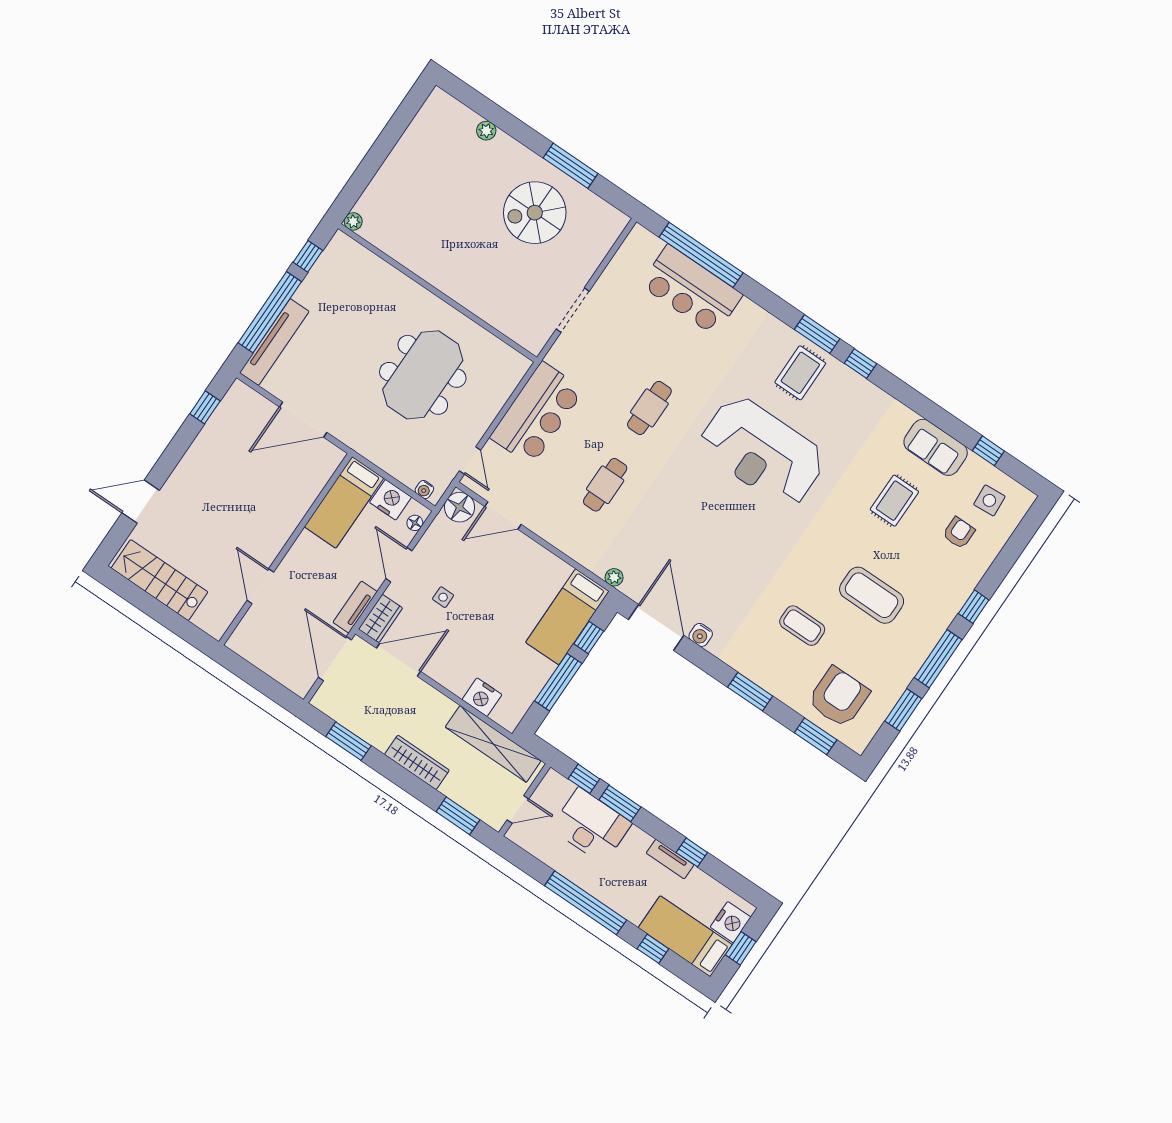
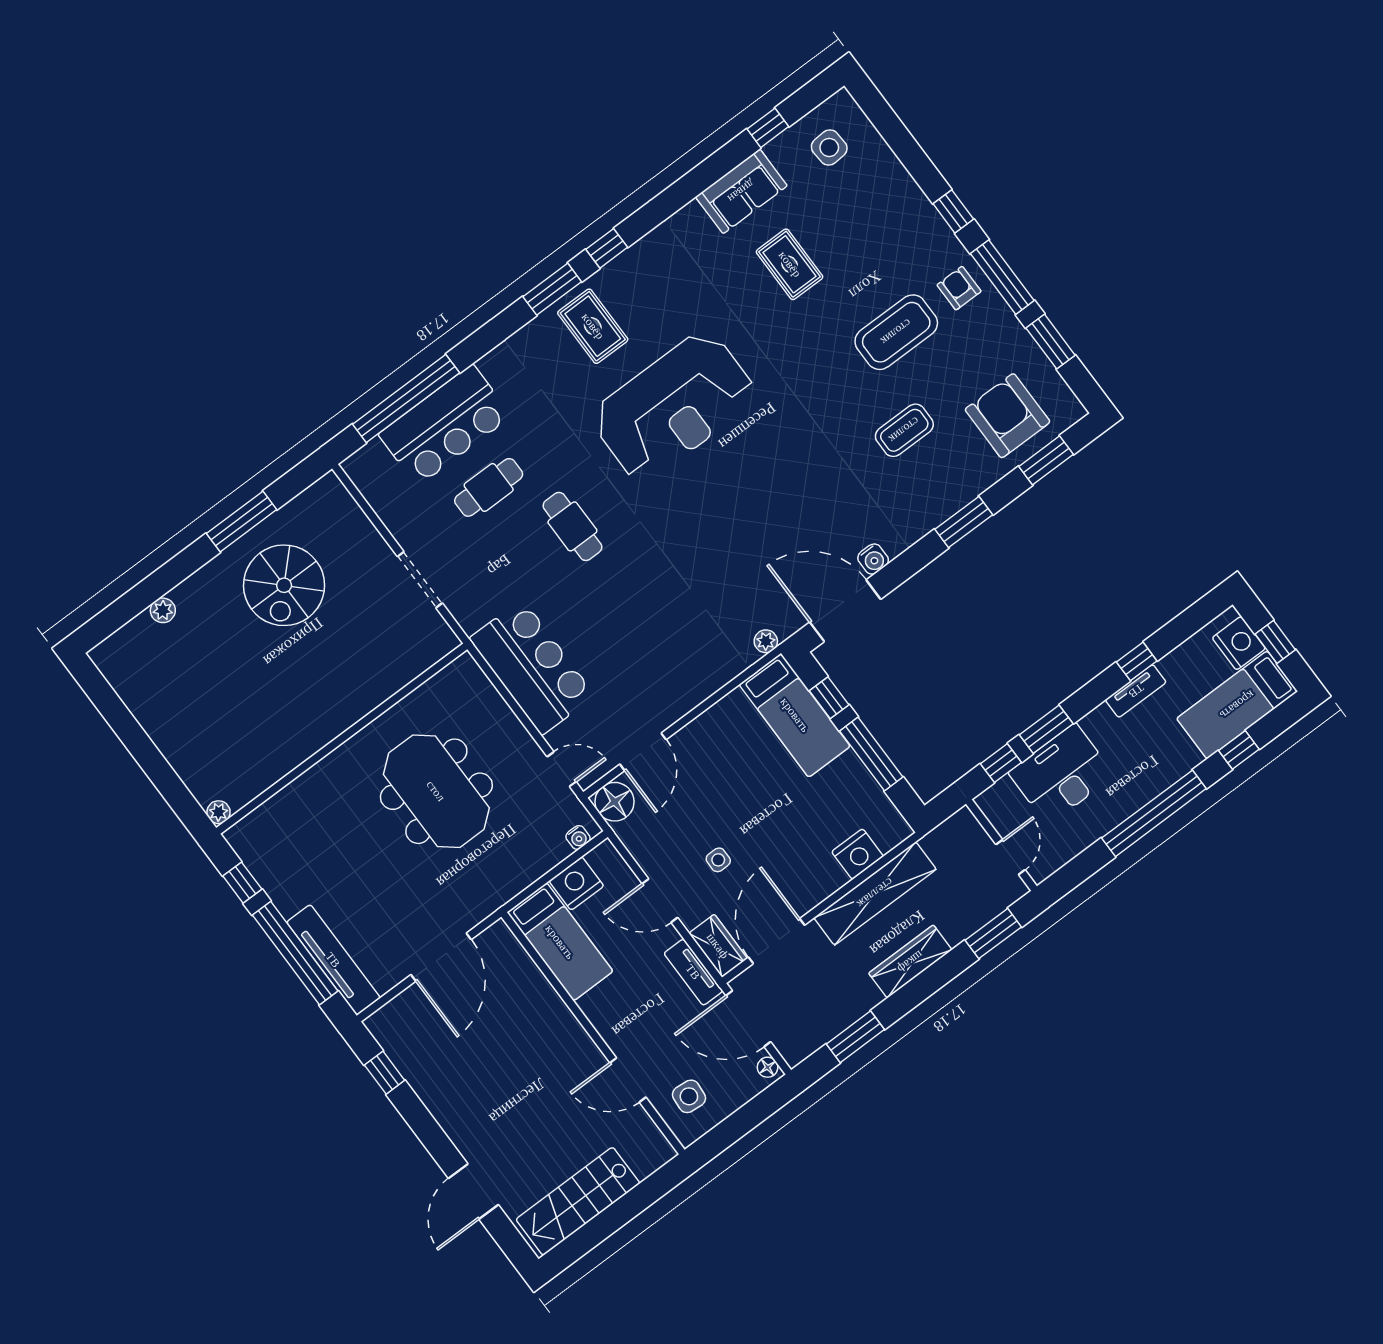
cafe table: (605, 485) -> (489, 487), moved, turned 90
floor lamp: (415, 523) -> (768, 1067), moved
armchair: (959, 533) -> (959, 288), moved
side table: (264, 635) -> (689, 1096), added
shelving: (493, 744) -> (875, 893), moved

